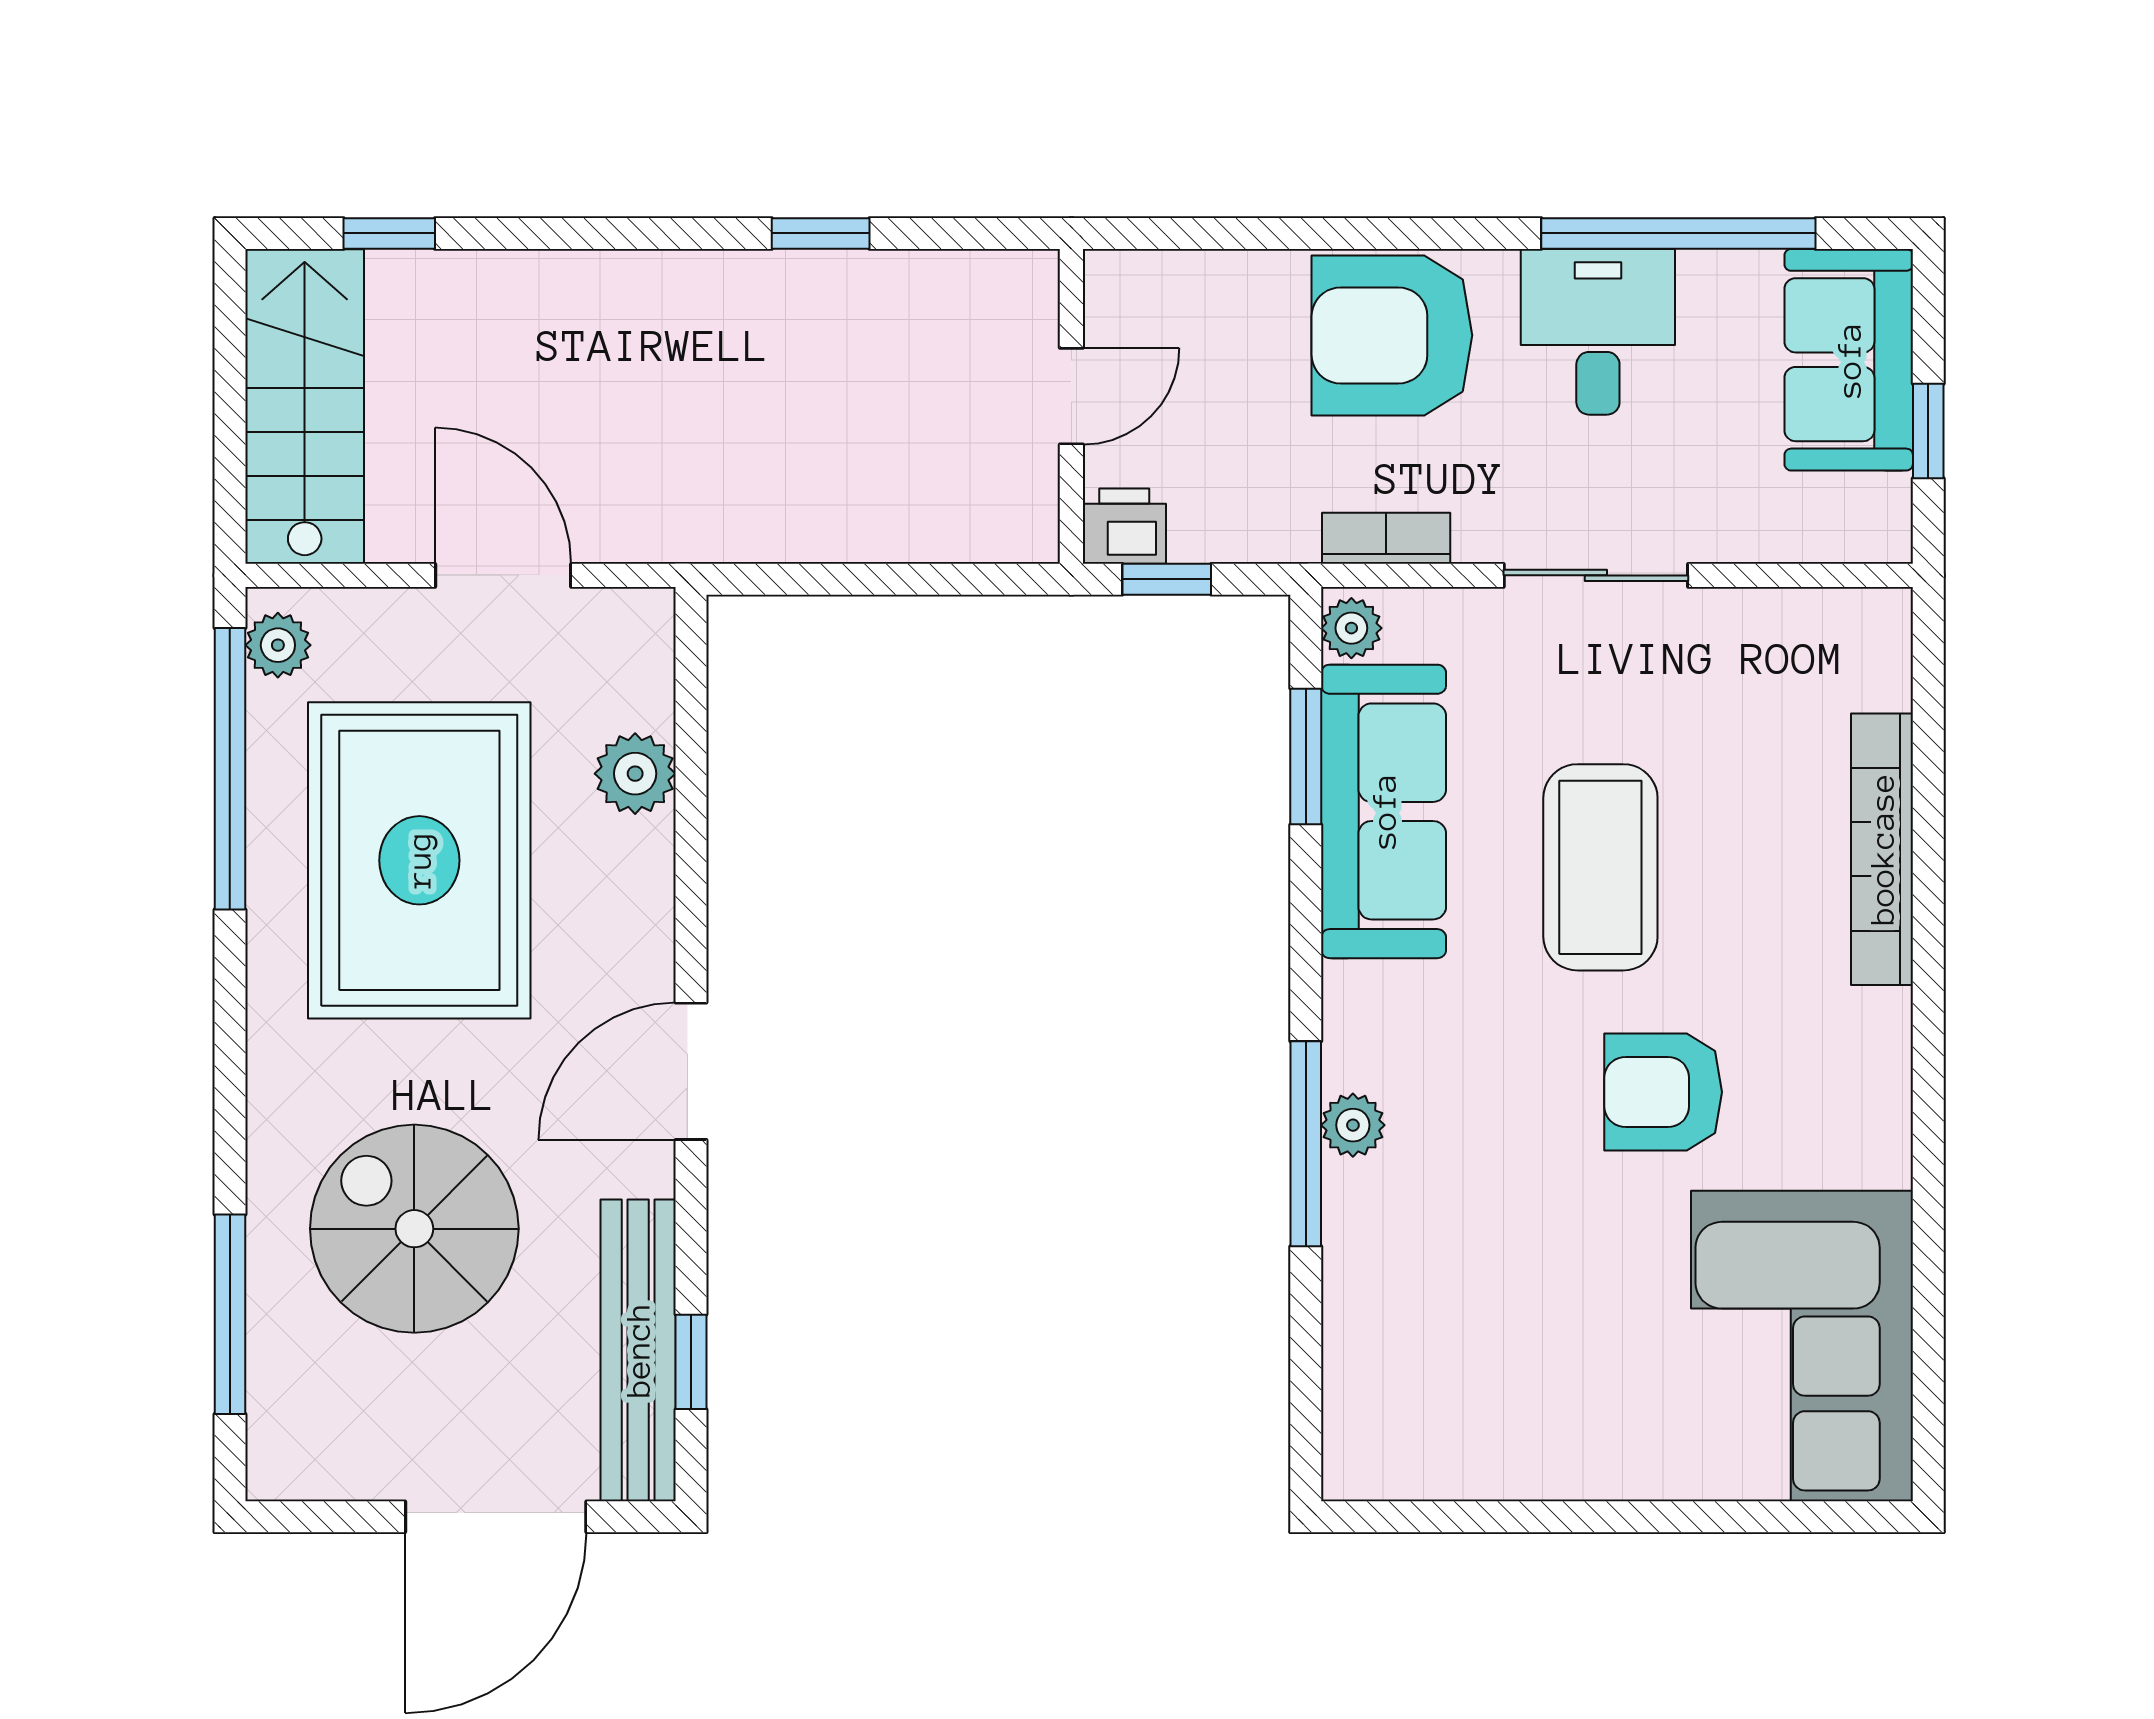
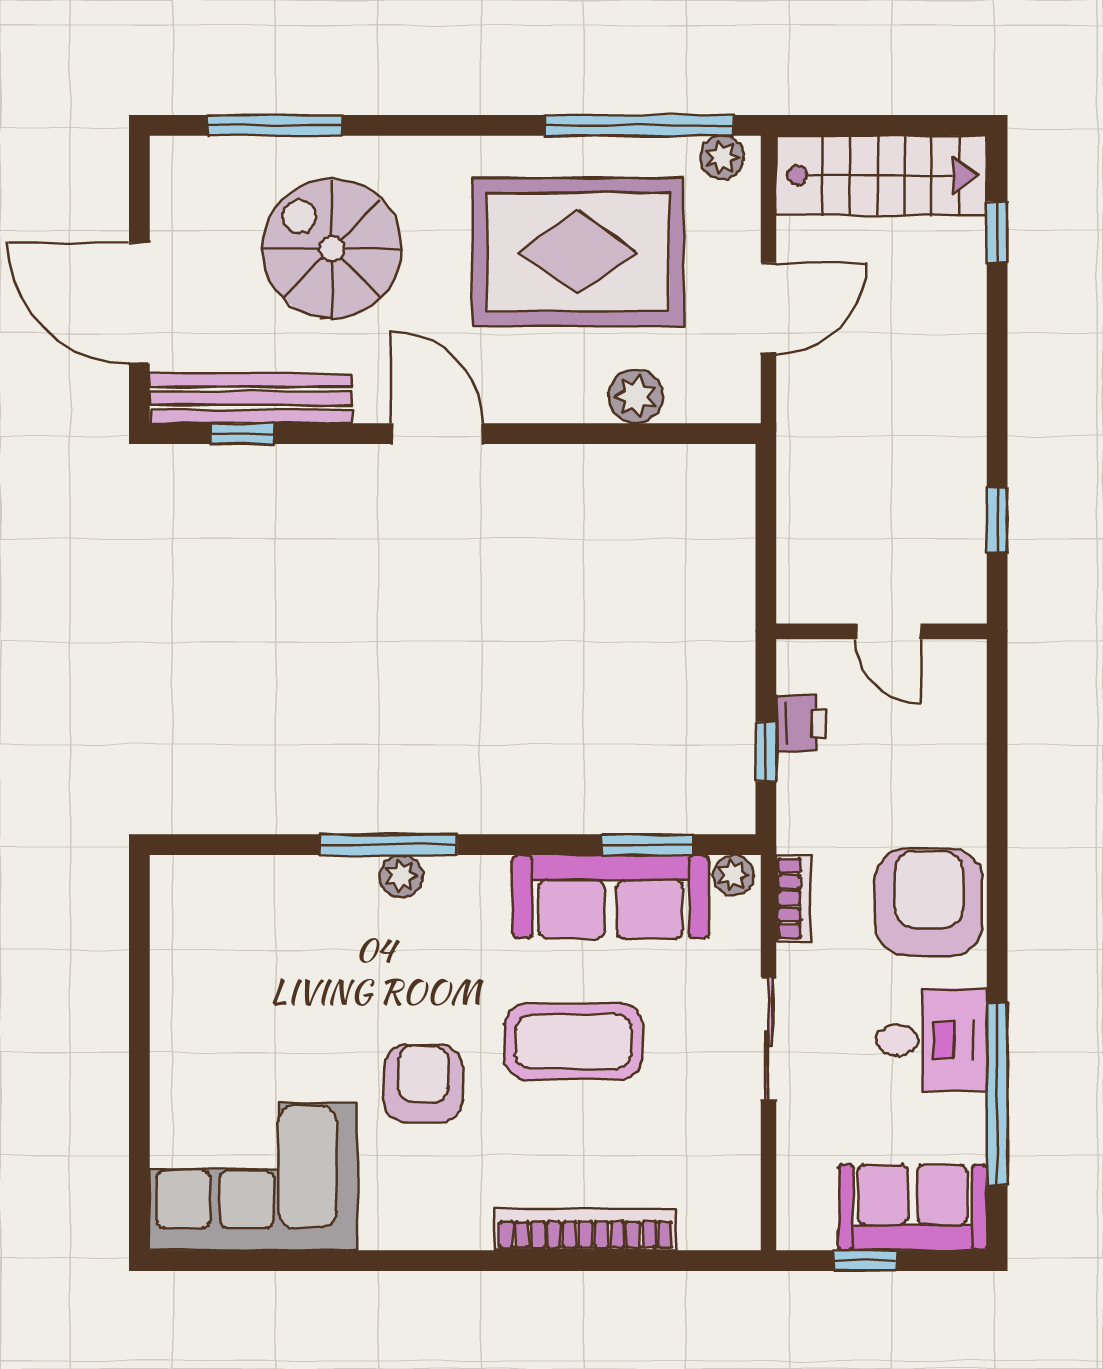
door: (1071, 396) -> (888, 631), moved
wall: (1071, 406) -> (882, 631), moved
spiral stairs: (414, 1229) -> (332, 249), turned -90

